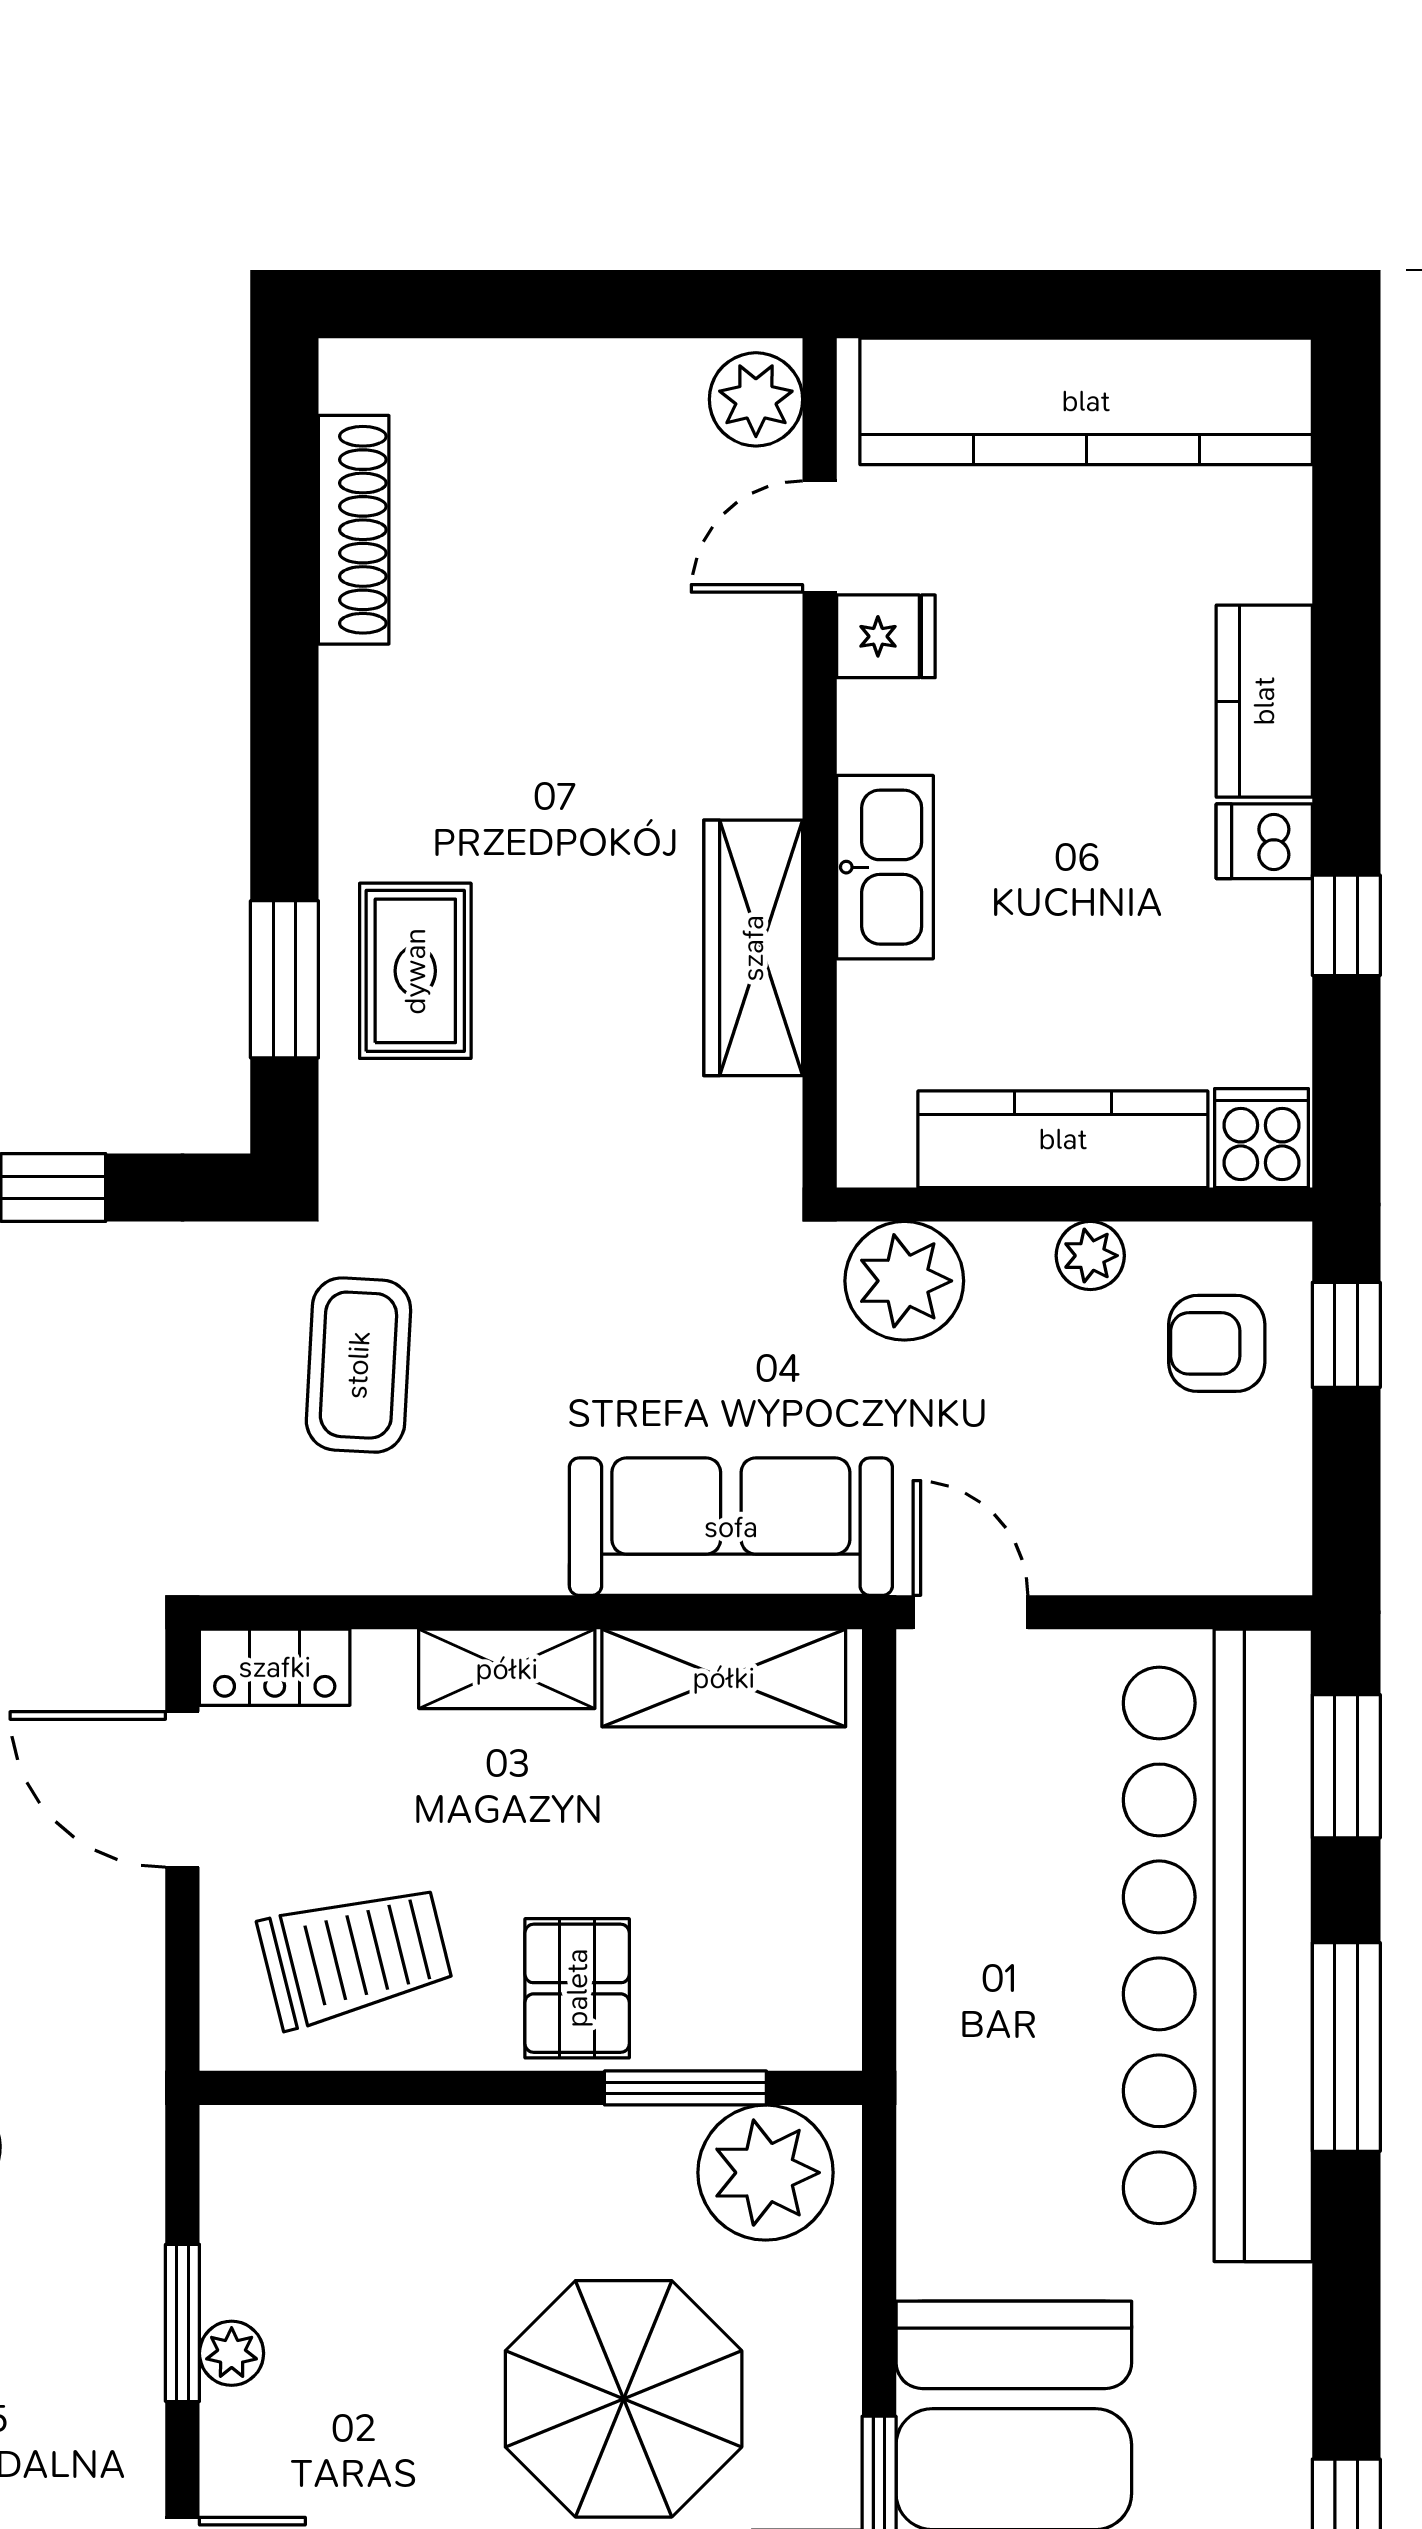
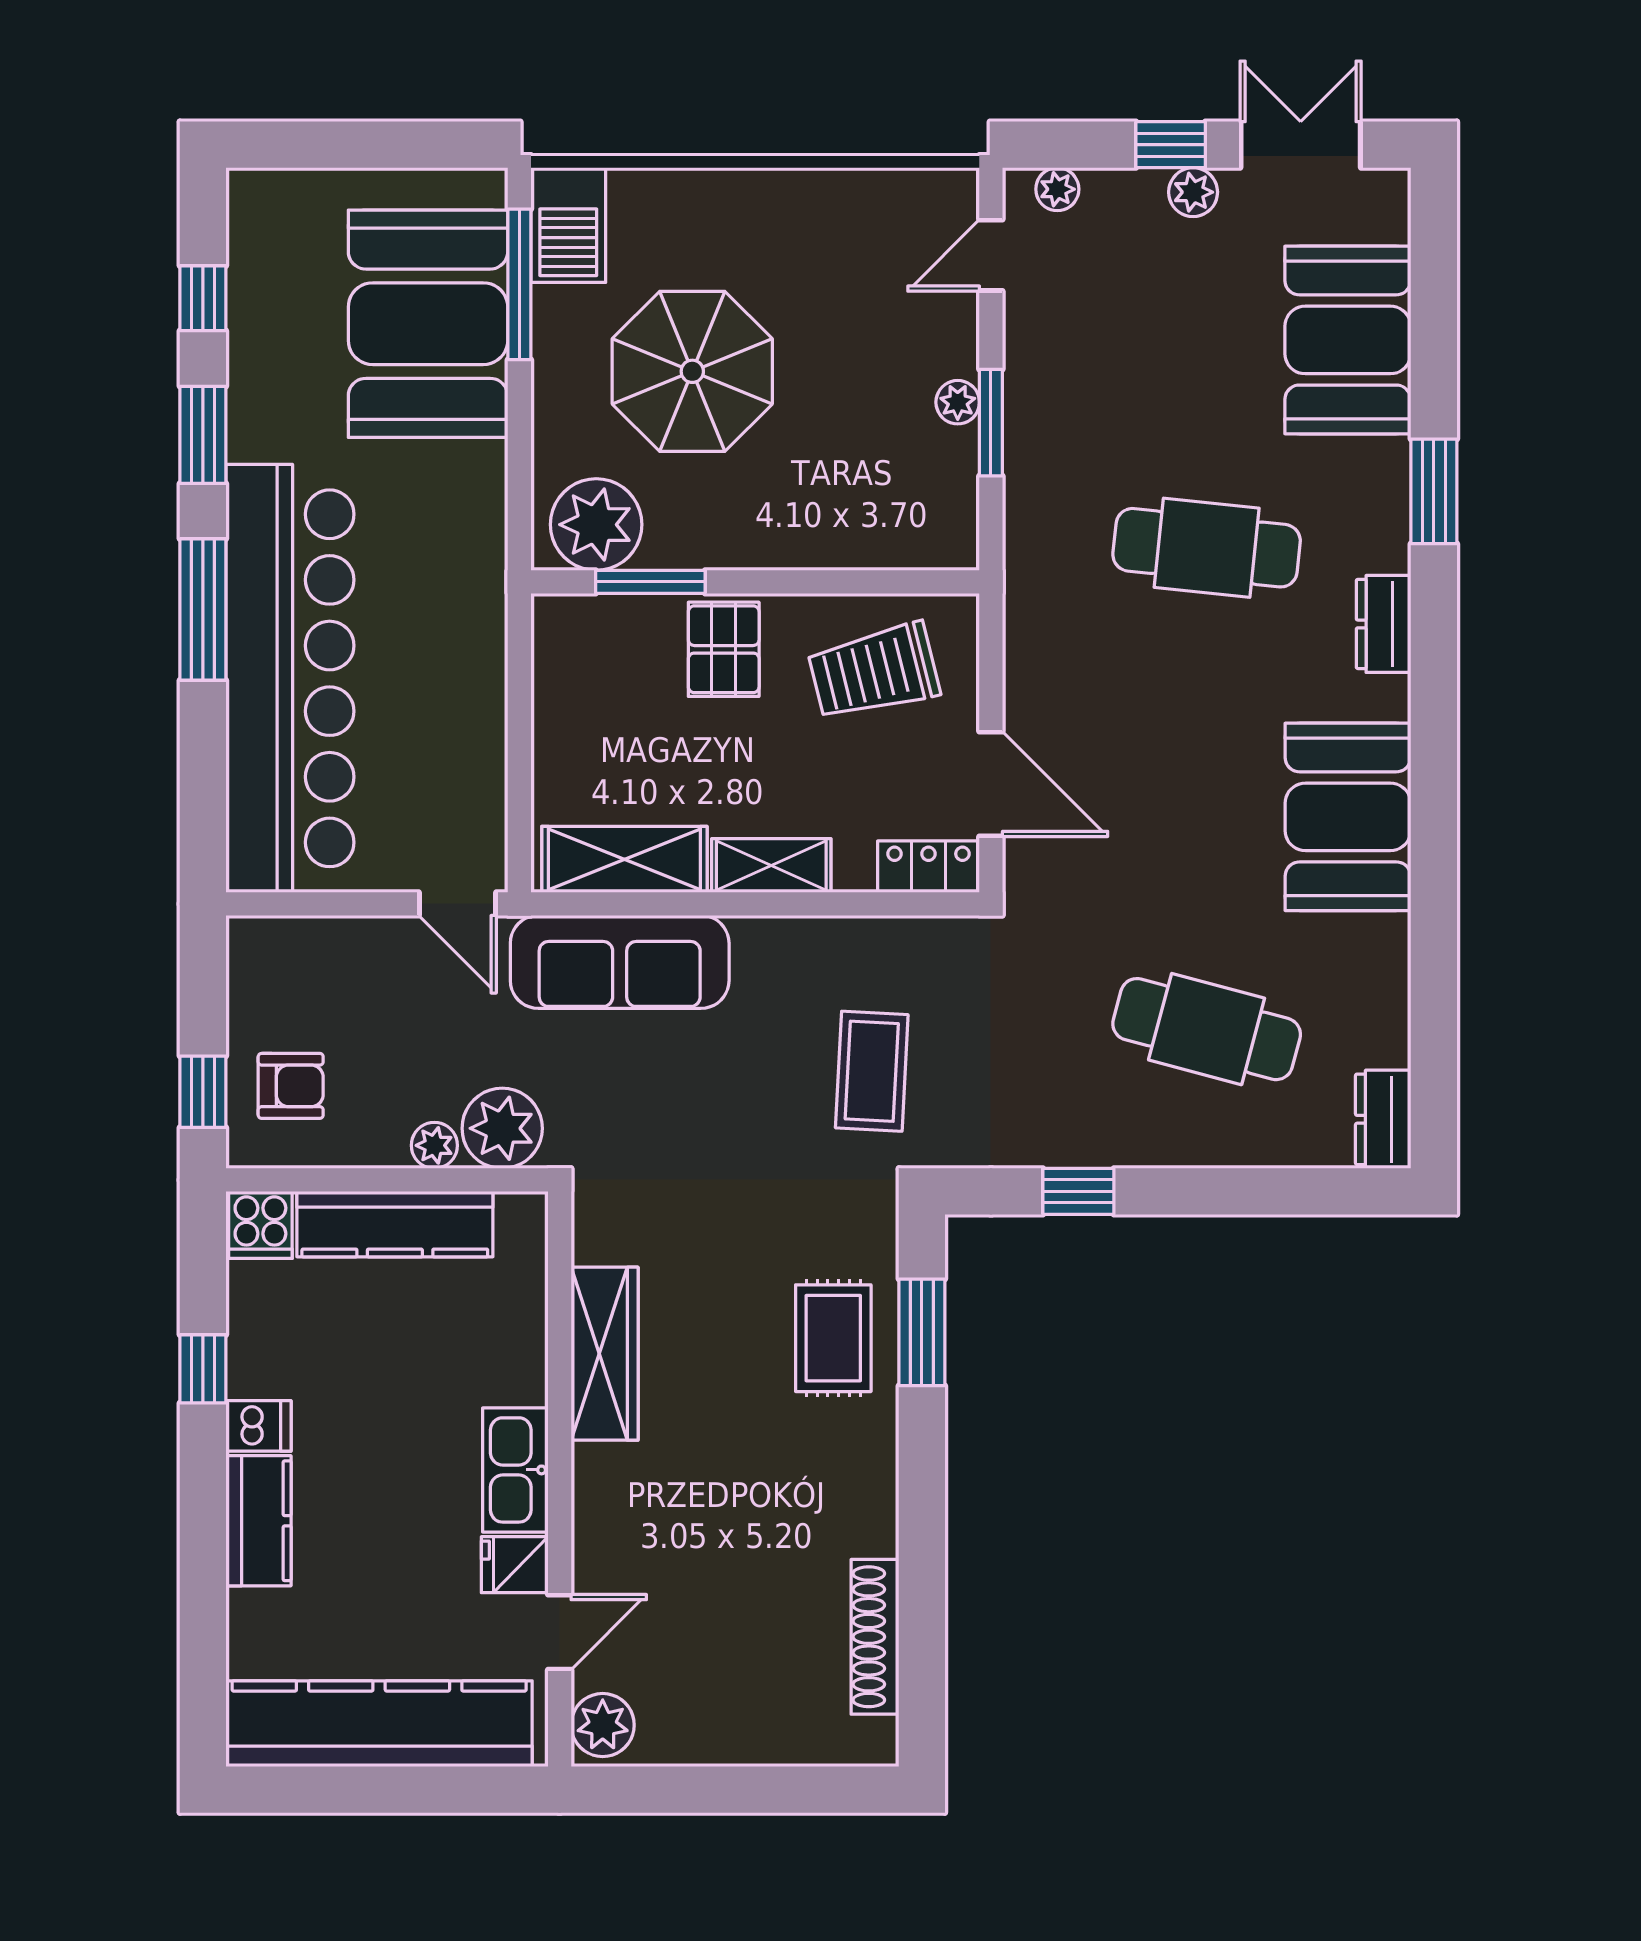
kitchen sink: (885, 867) -> (515, 1470), moved
plant: (1090, 1256) -> (434, 1145), moved
window: (1346, 1766) -> (203, 435), moved

